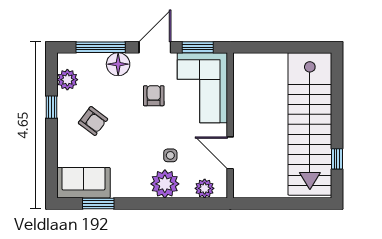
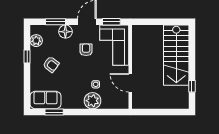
window: (101, 47) -> (55, 22), width x0.69
stairs: (310, 124) -> (176, 55), width x0.73
plant: (205, 188) -> (115, 103), removed

